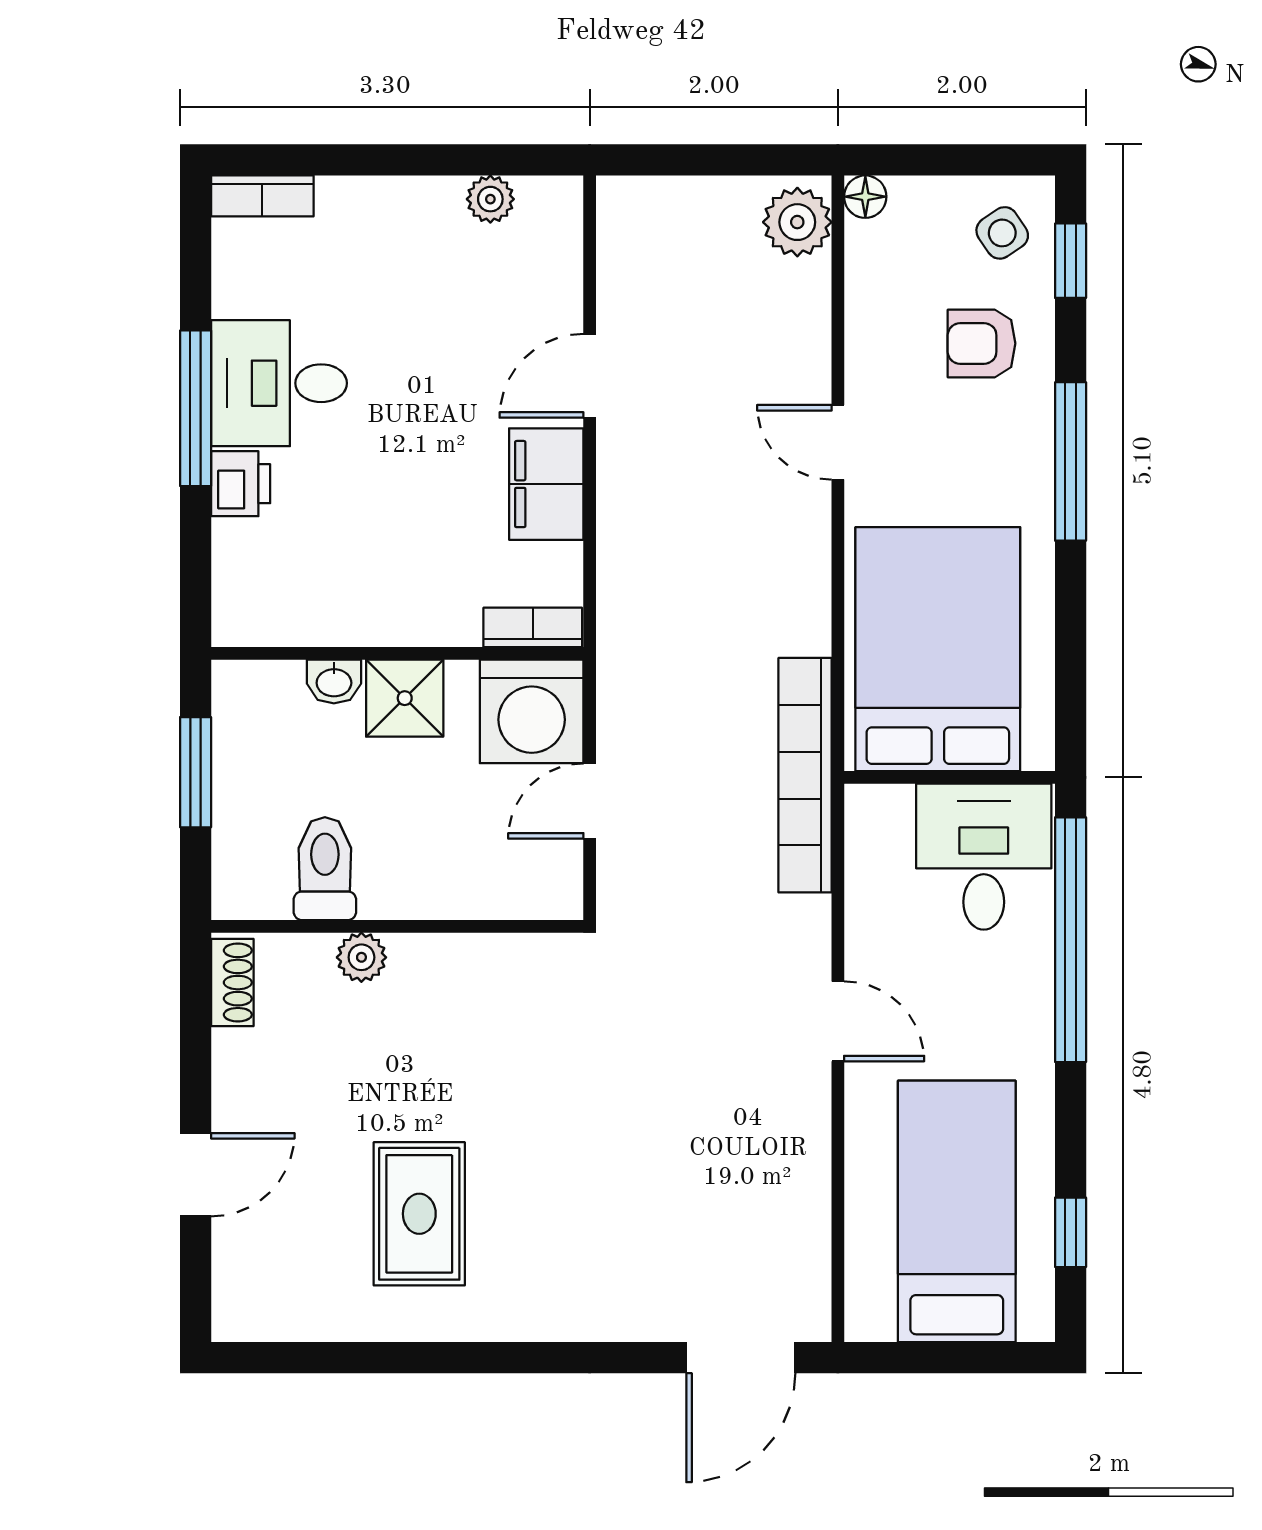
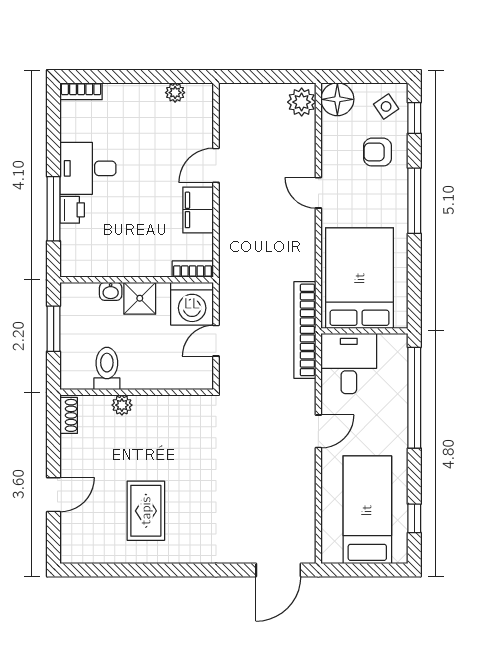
floor lamp: (865, 197) -> (337, 99), width x1.89, depth x1.89
window: (196, 408) -> (54, 209), moved
desk: (984, 857) -> (349, 364), moved
door: (838, 1021) -> (318, 431), hinge flipped

